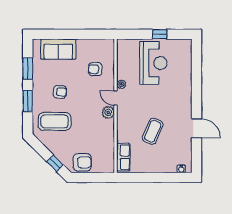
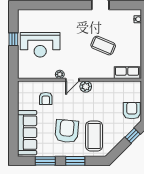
sofa: (58, 49) -> (27, 133), width x1.36
reception desk: (153, 63) -> (40, 45), turned 180
armchair: (60, 92) -> (67, 131), width x1.88, depth x1.88

